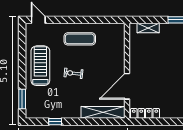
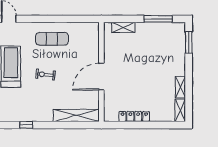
door: (127, 86) -> (101, 77), moved
locker: (145, 113) -> (134, 117), moved

